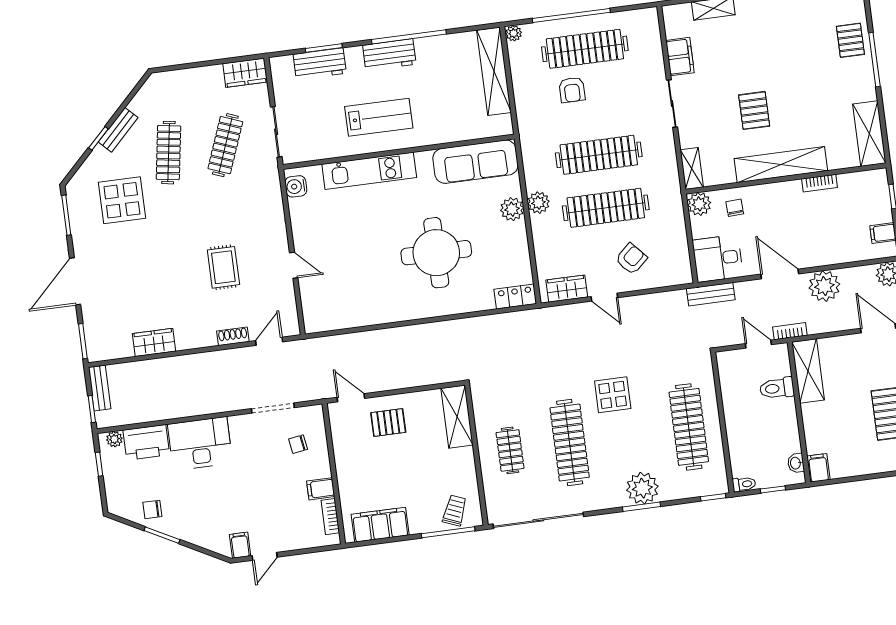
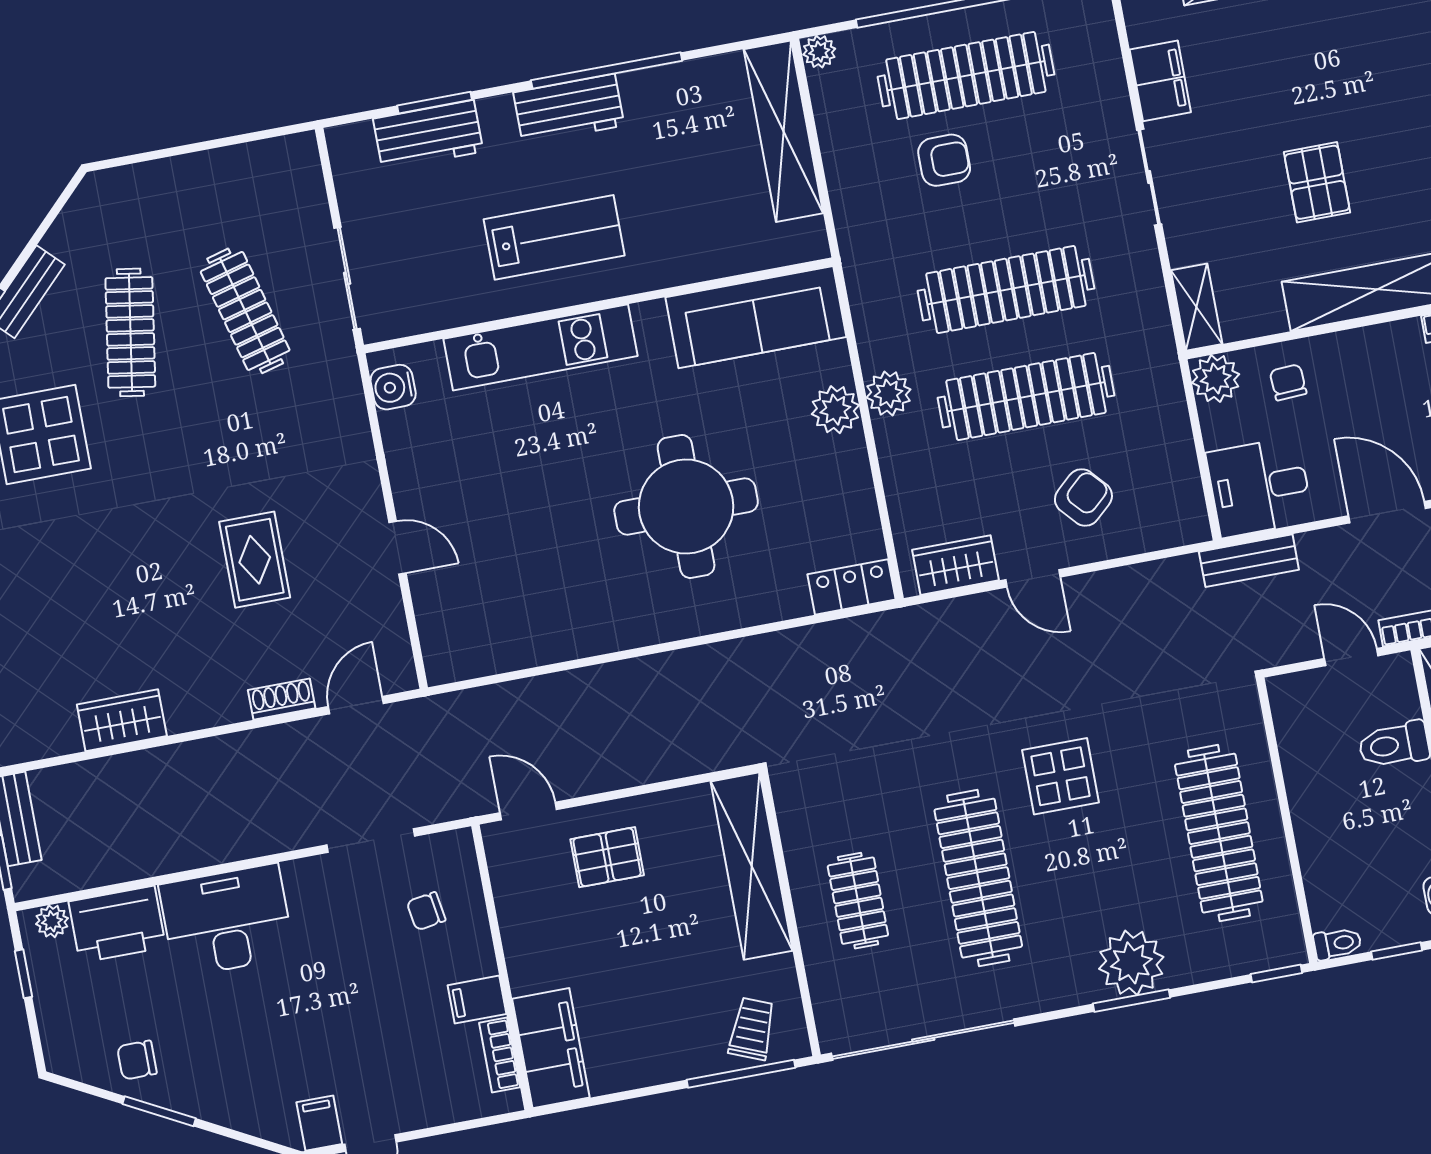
wardrobe: (245, 73) -> (277, 162), removed
armchair: (572, 90) -> (944, 160), turned -90
clothes rail: (225, 145) -> (245, 311), turned -36
shelving: (457, 417) -> (752, 866), width x1.47
filing cabinet: (380, 525) -> (551, 1048), moved, turned 90

